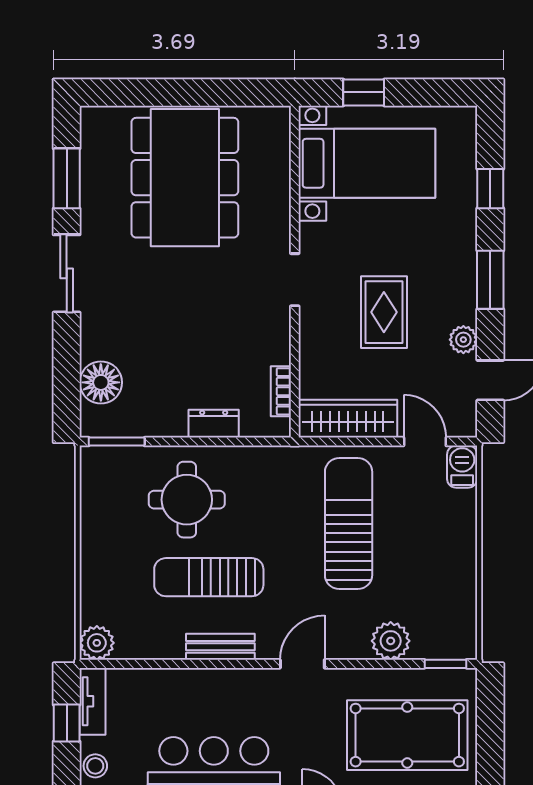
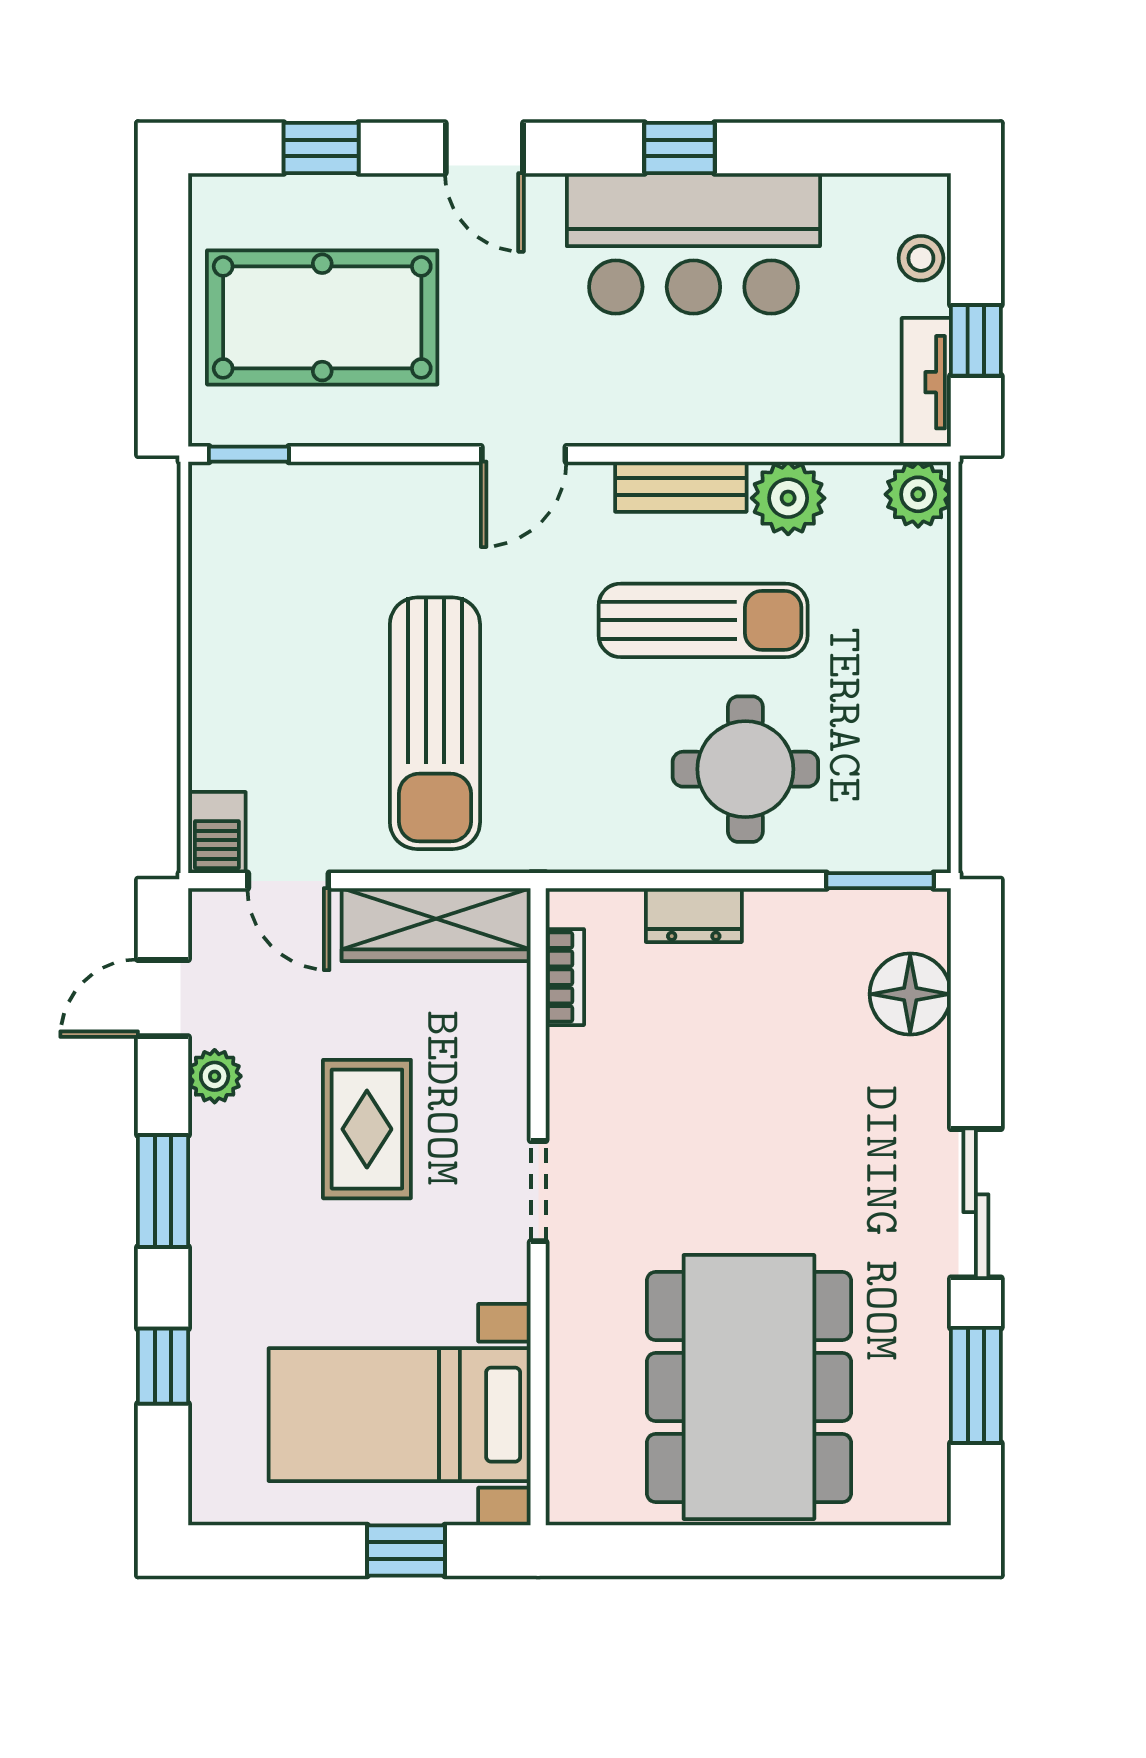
plant: (391, 641) -> (788, 498), moved

